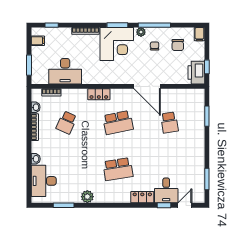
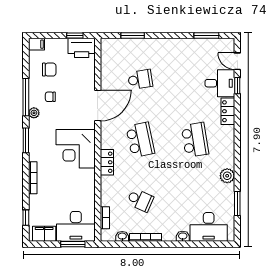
filing cabinet: (38, 41) -> (44, 234), width x2.00
corner desk: (117, 44) -> (76, 149), moved, turned 180
desk: (65, 71) -> (76, 226), moved, turned 90

